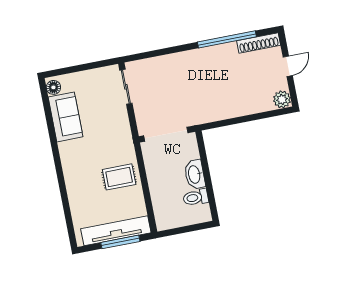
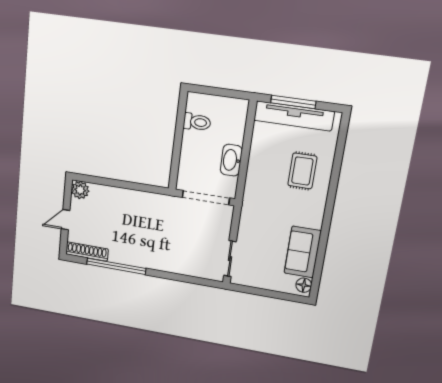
washbasin: (195, 174) -> (231, 160), moved, turned 180
rug: (119, 177) -> (302, 171), moved, turned 90

